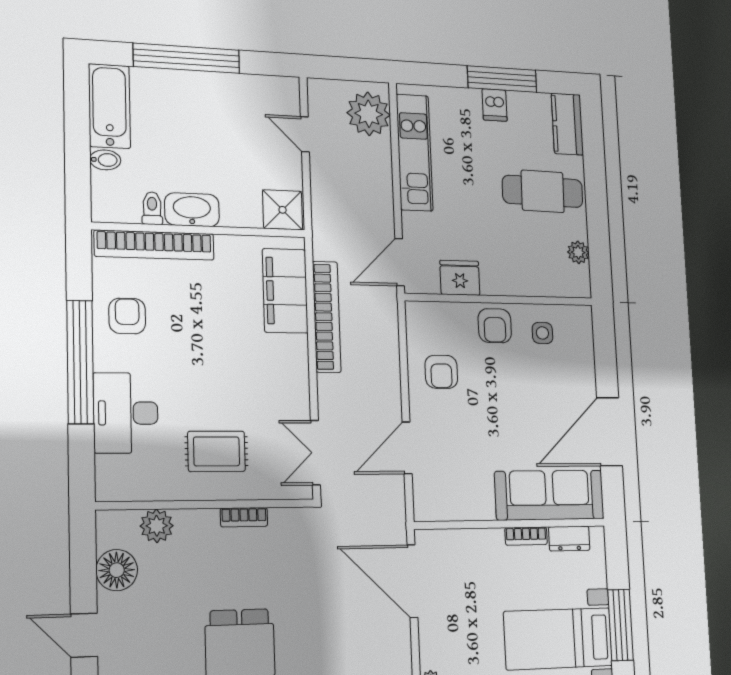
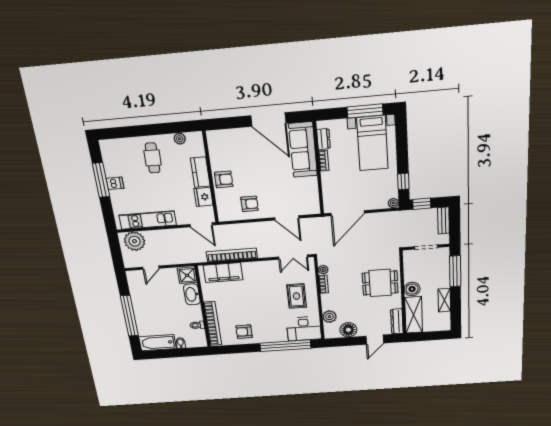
kitchen counter: (567, 124) -> (200, 172), moved, turned 90
cafe table: (543, 191) -> (153, 158), width x0.73, depth x0.74
washbasin: (192, 210) -> (192, 294), moved
side table: (542, 333) -> (224, 156), removed
window: (80, 362) -> (285, 346), moved
desk: (126, 413) -> (304, 329), moved
plant: (281, 519) -> (323, 270), added

